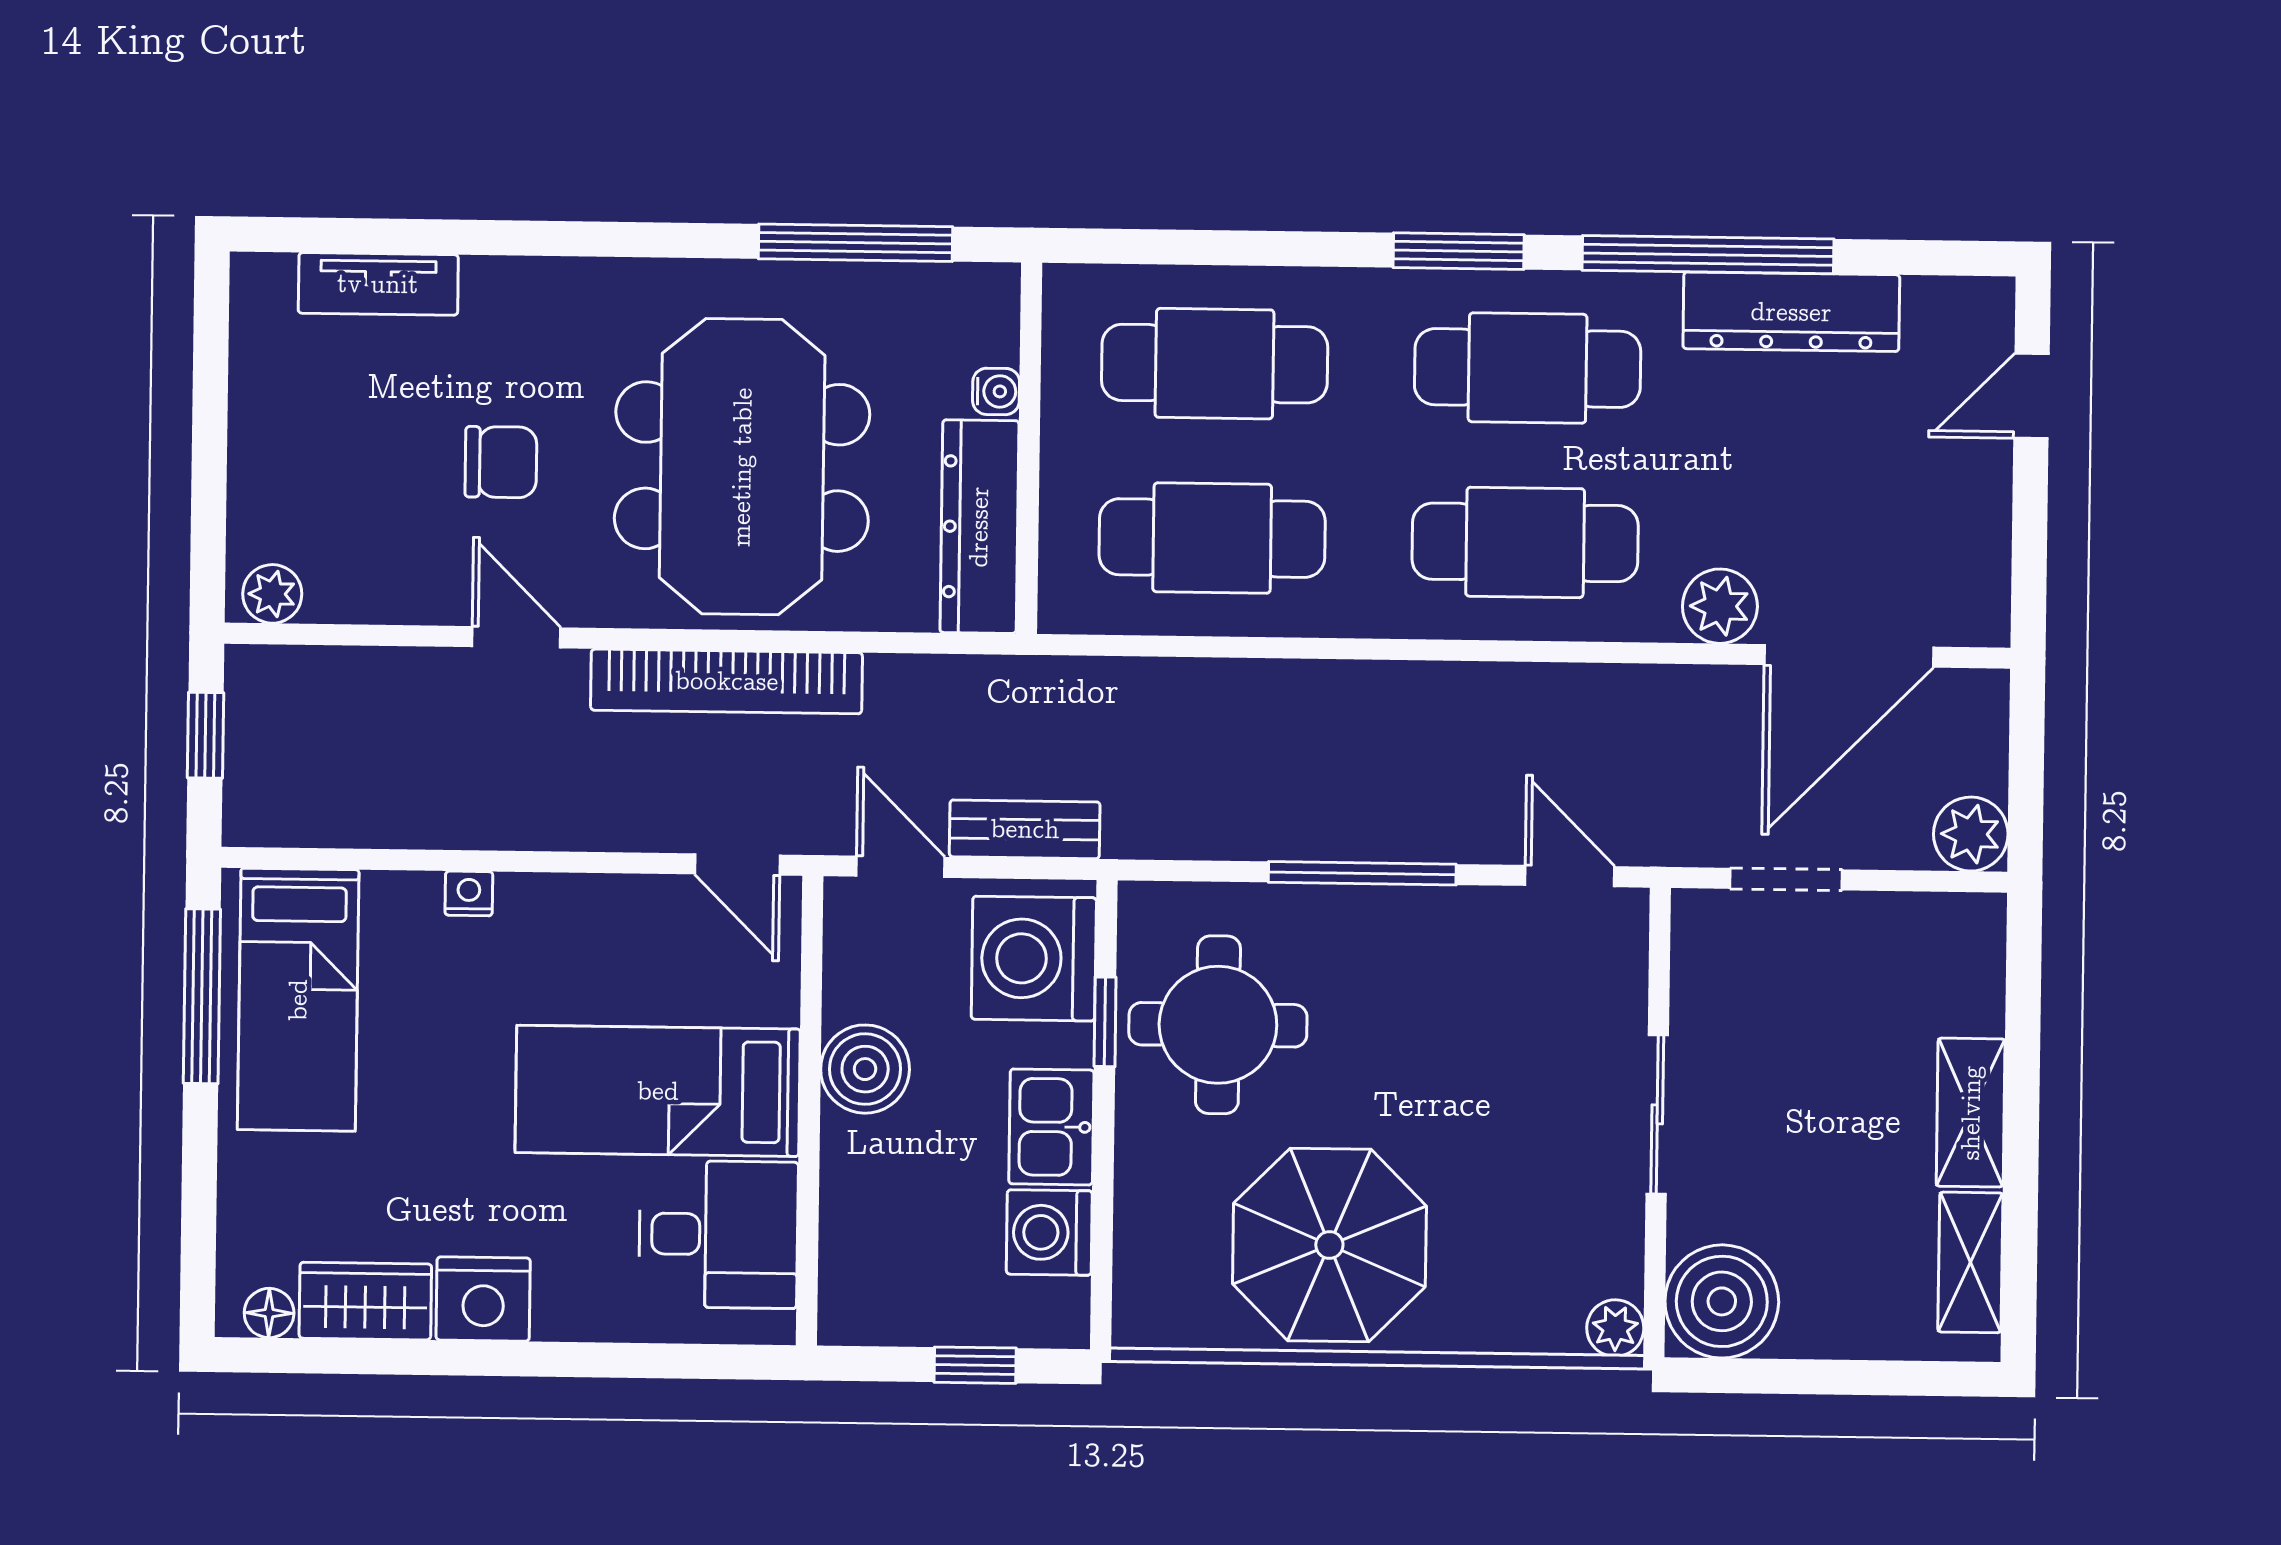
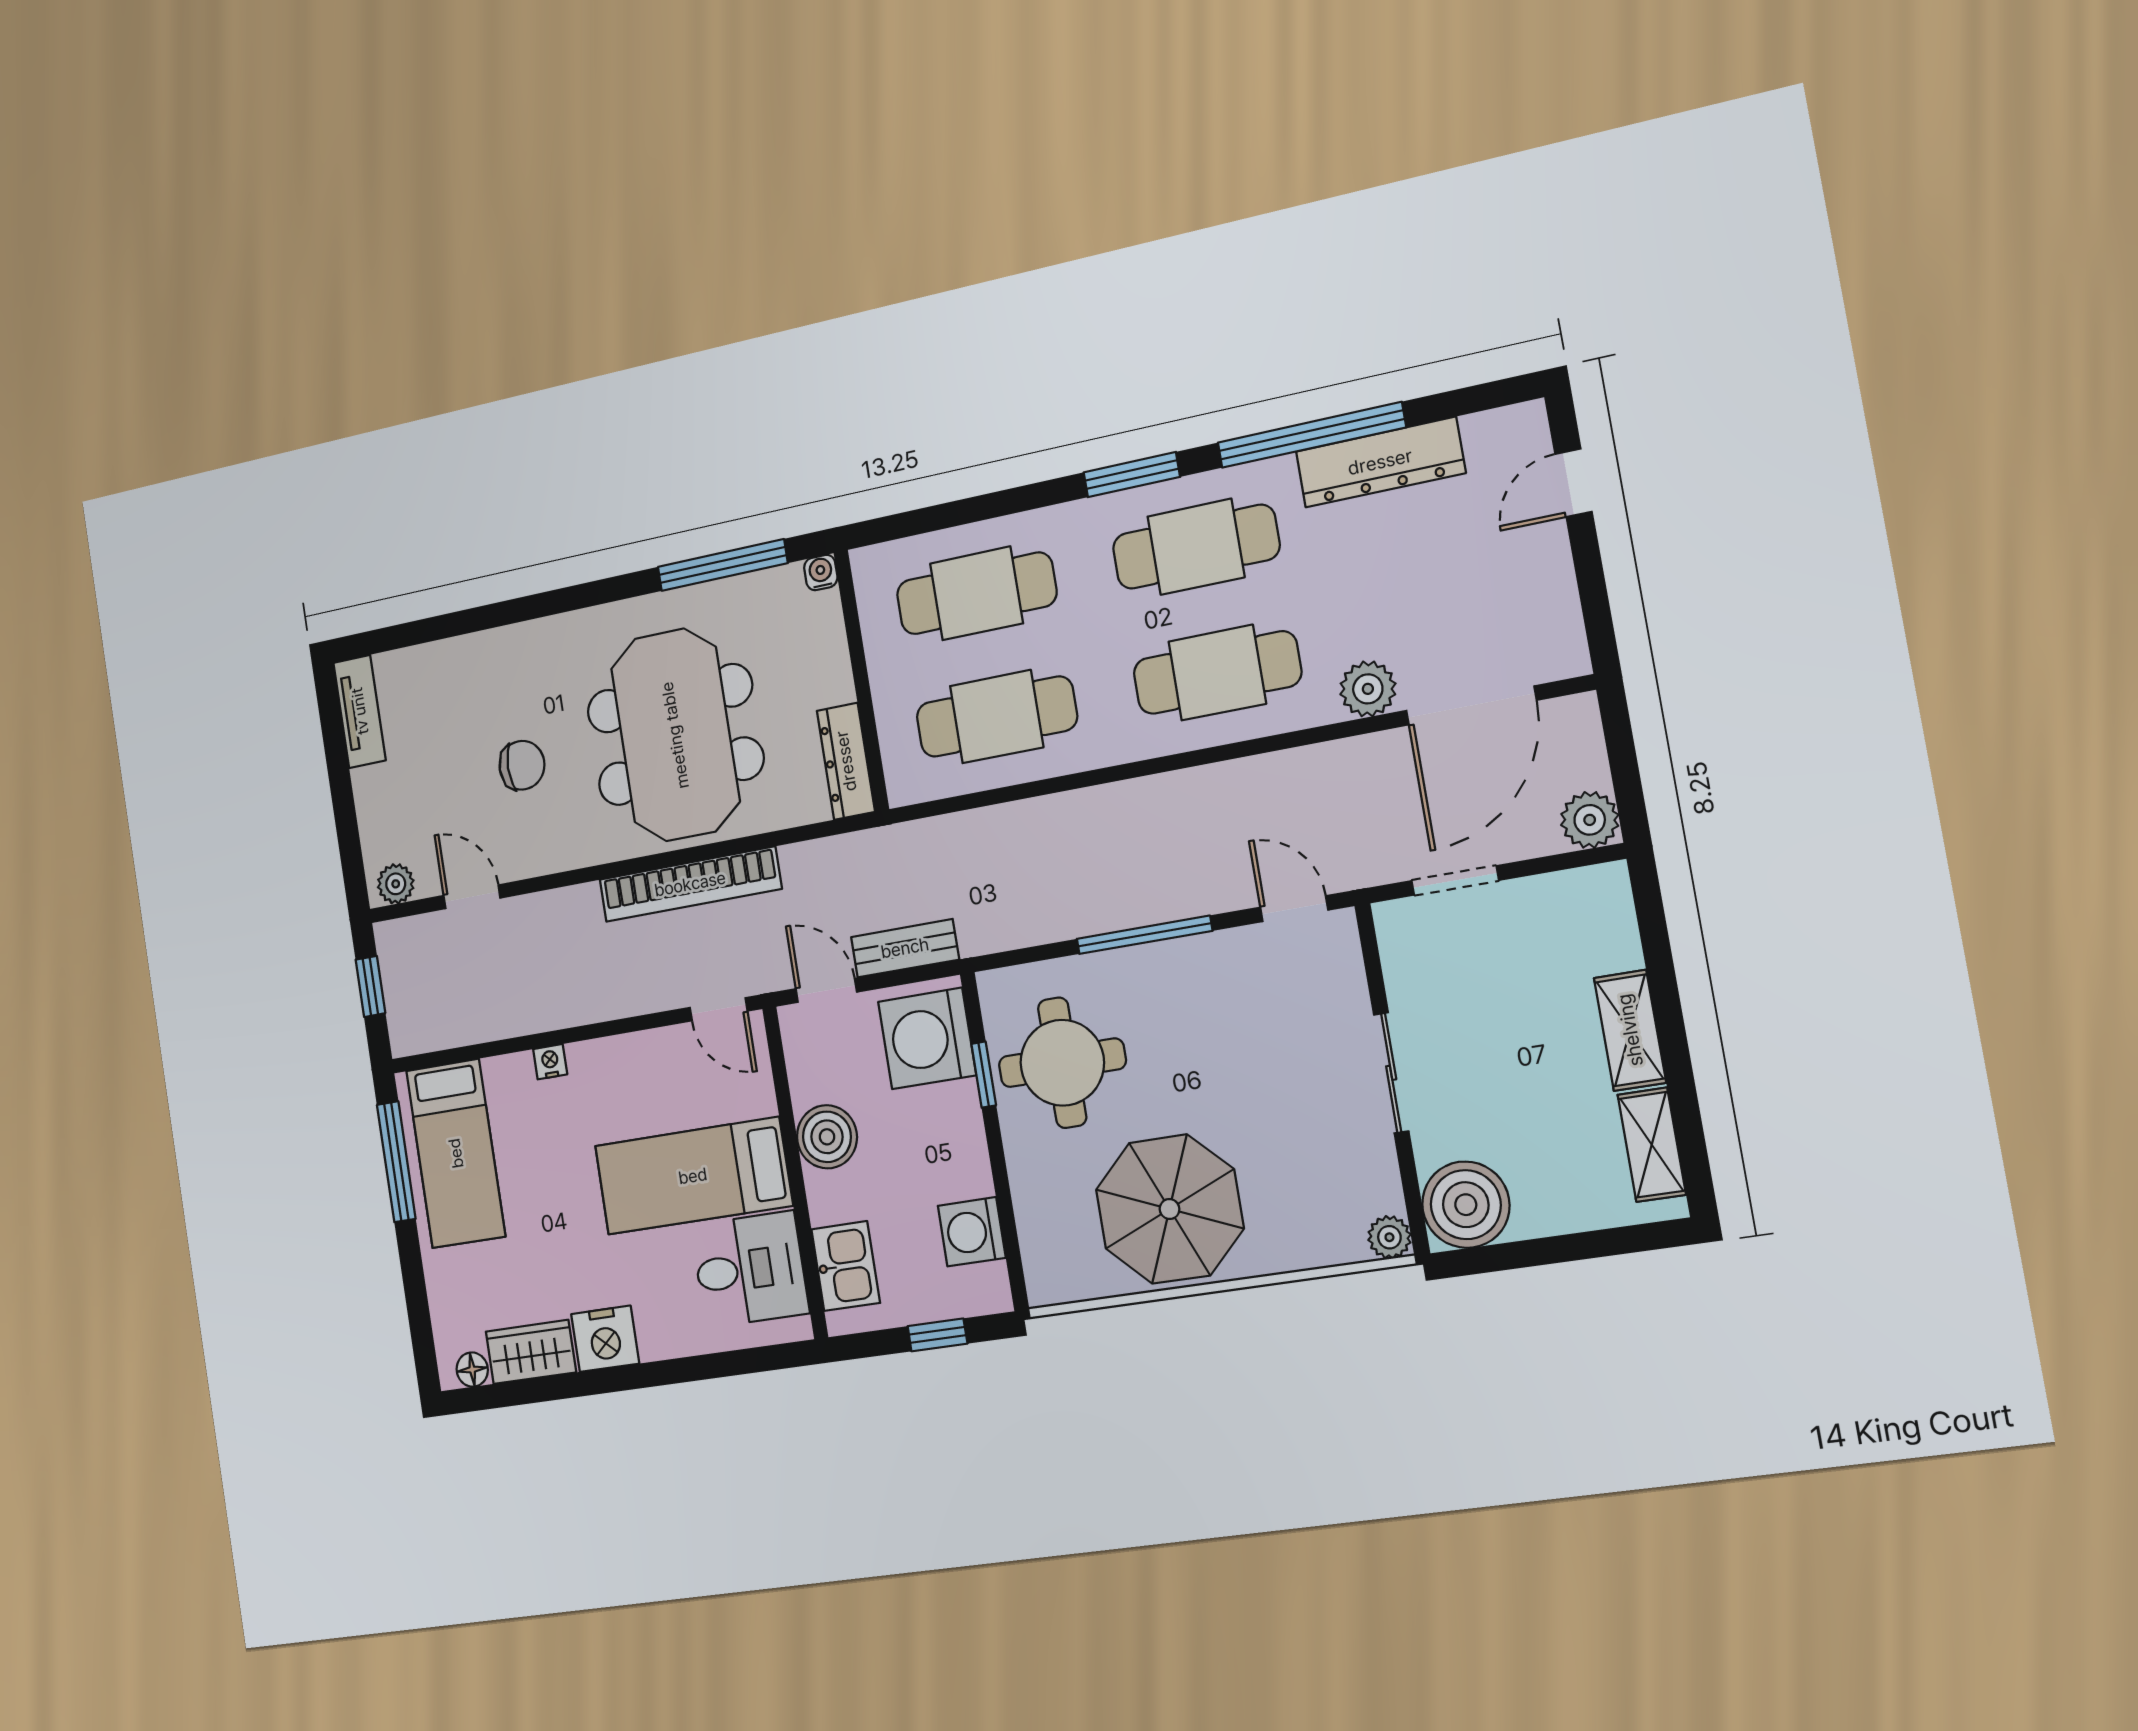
tv unit: (378, 284) -> (360, 711), moved, turned -90
water cooler: (996, 391) -> (821, 573), moved, turned -90
dresser: (979, 527) -> (846, 761), width x0.73, depth x0.80
door: (516, 637) -> (472, 897), moved
kitchen sink: (1051, 1127) -> (846, 1266), moved, turned 180

